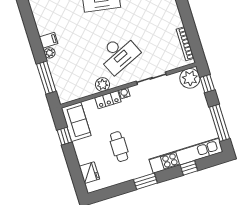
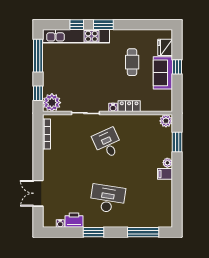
desk: (119, 54) -> (107, 143), width x0.73
window: (46, 78) -> (177, 142), width x0.69
plant: (103, 84) -> (166, 121), moved
sofa: (76, 122) -> (163, 73), moved
window: (64, 136) -> (177, 67), moved
window: (145, 181) -> (103, 25), moved

